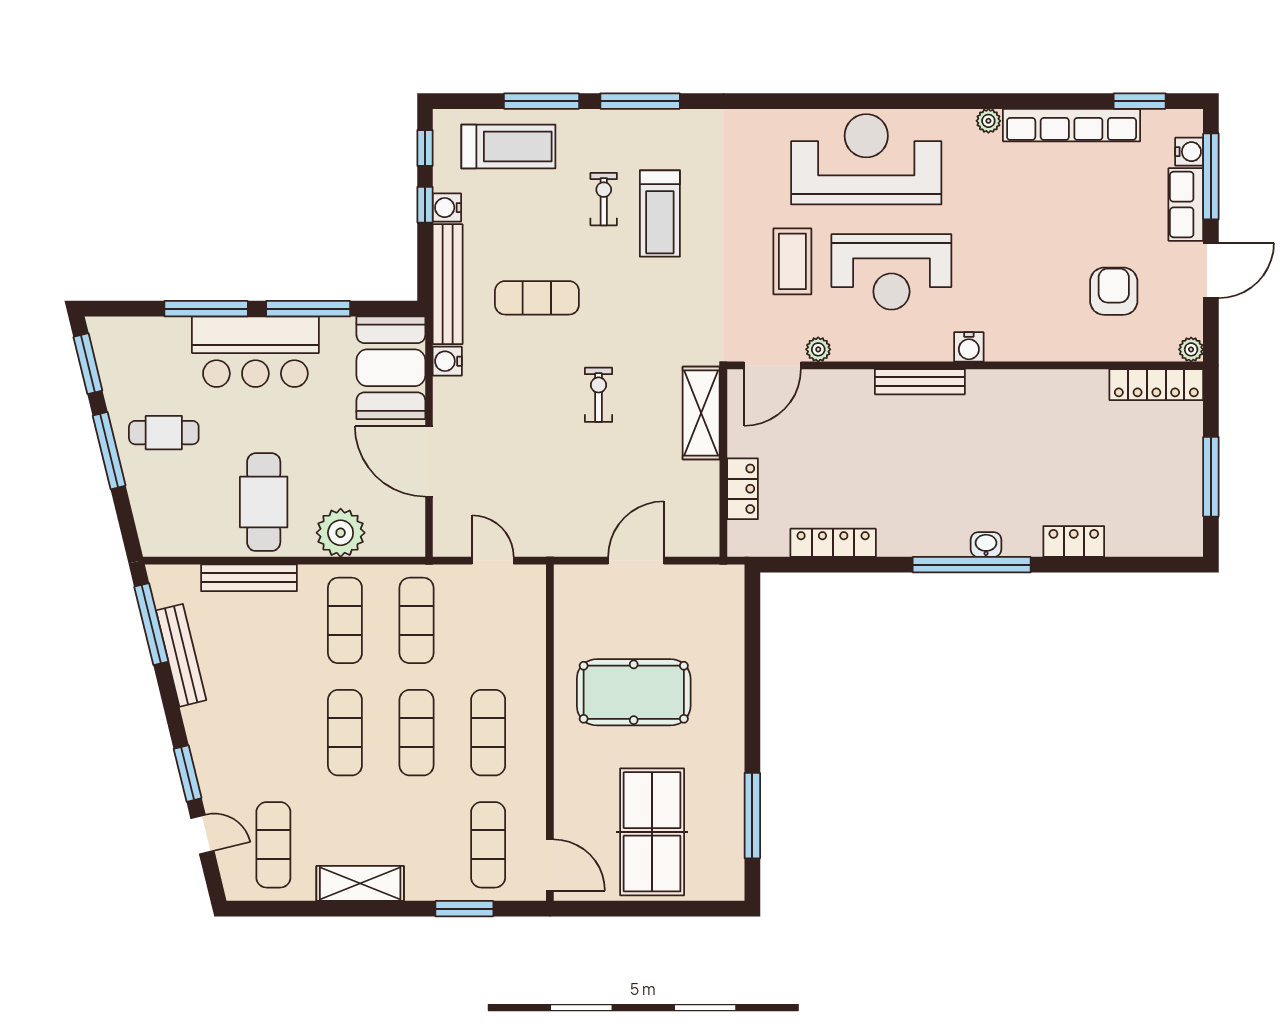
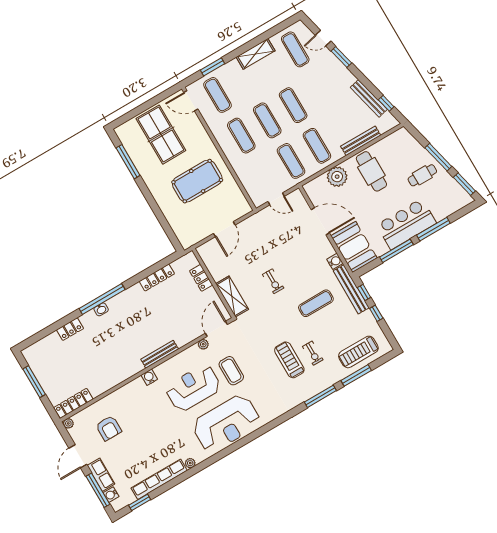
window: (425, 148) -> (364, 292), moved
water cooler: (447, 208) -> (368, 317), removed
window: (151, 624) -> (386, 103), width x0.46

